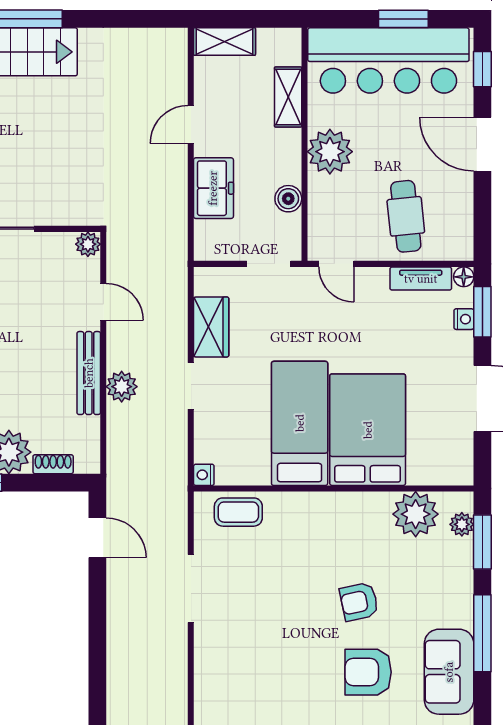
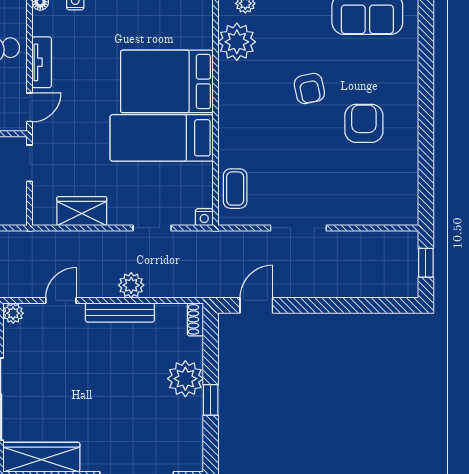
tv unit: (421, 279) -> (42, 62), moved
doorway: (191, 386) -> (152, 228), moved
shoe rack: (53, 464) -> (195, 319), moved
armchair: (368, 672) -> (364, 123), moved, turned 180

